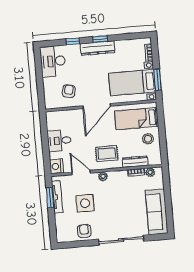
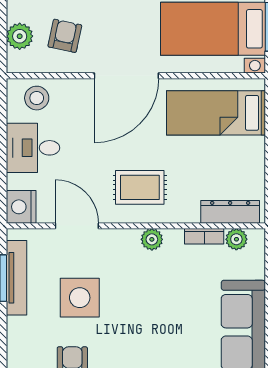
plant: (49, 93) -> (20, 36), added
stool: (148, 139) -> (37, 98), moved
dresser: (135, 162) -> (230, 212), moved
plant: (103, 176) -> (152, 239), moved

